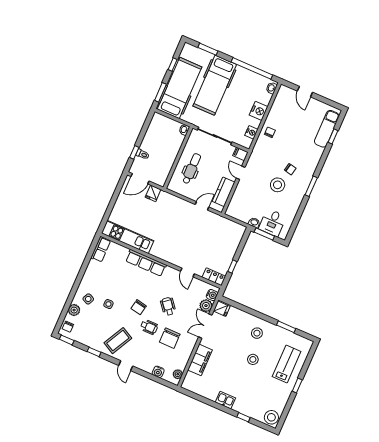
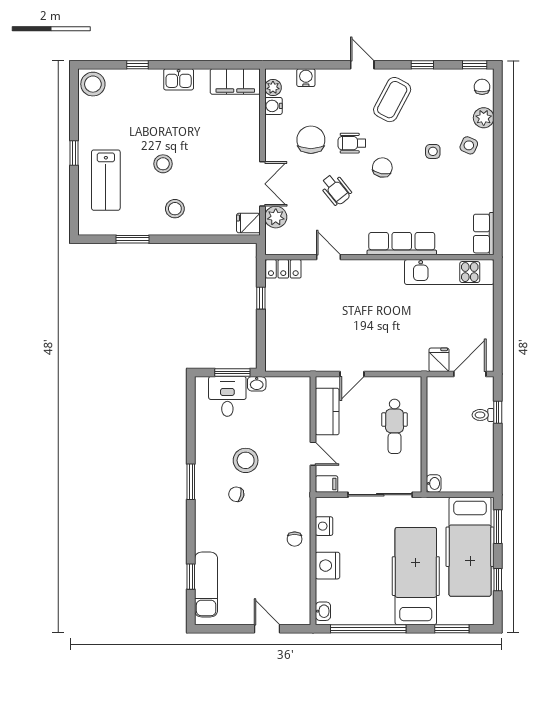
water cooler: (212, 295) -> (273, 106), moved
filing cabinet: (200, 360) -> (235, 82), moved, turned -90

